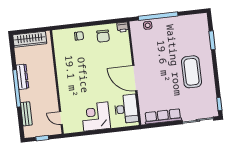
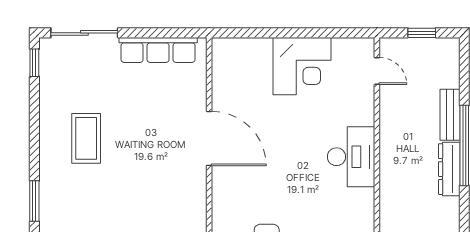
coffee table: (192, 72) -> (86, 138), width x0.73, depth x0.76
desk: (126, 109) -> (351, 157), moved, turned 180
bench: (26, 114) -> (450, 115), moved

